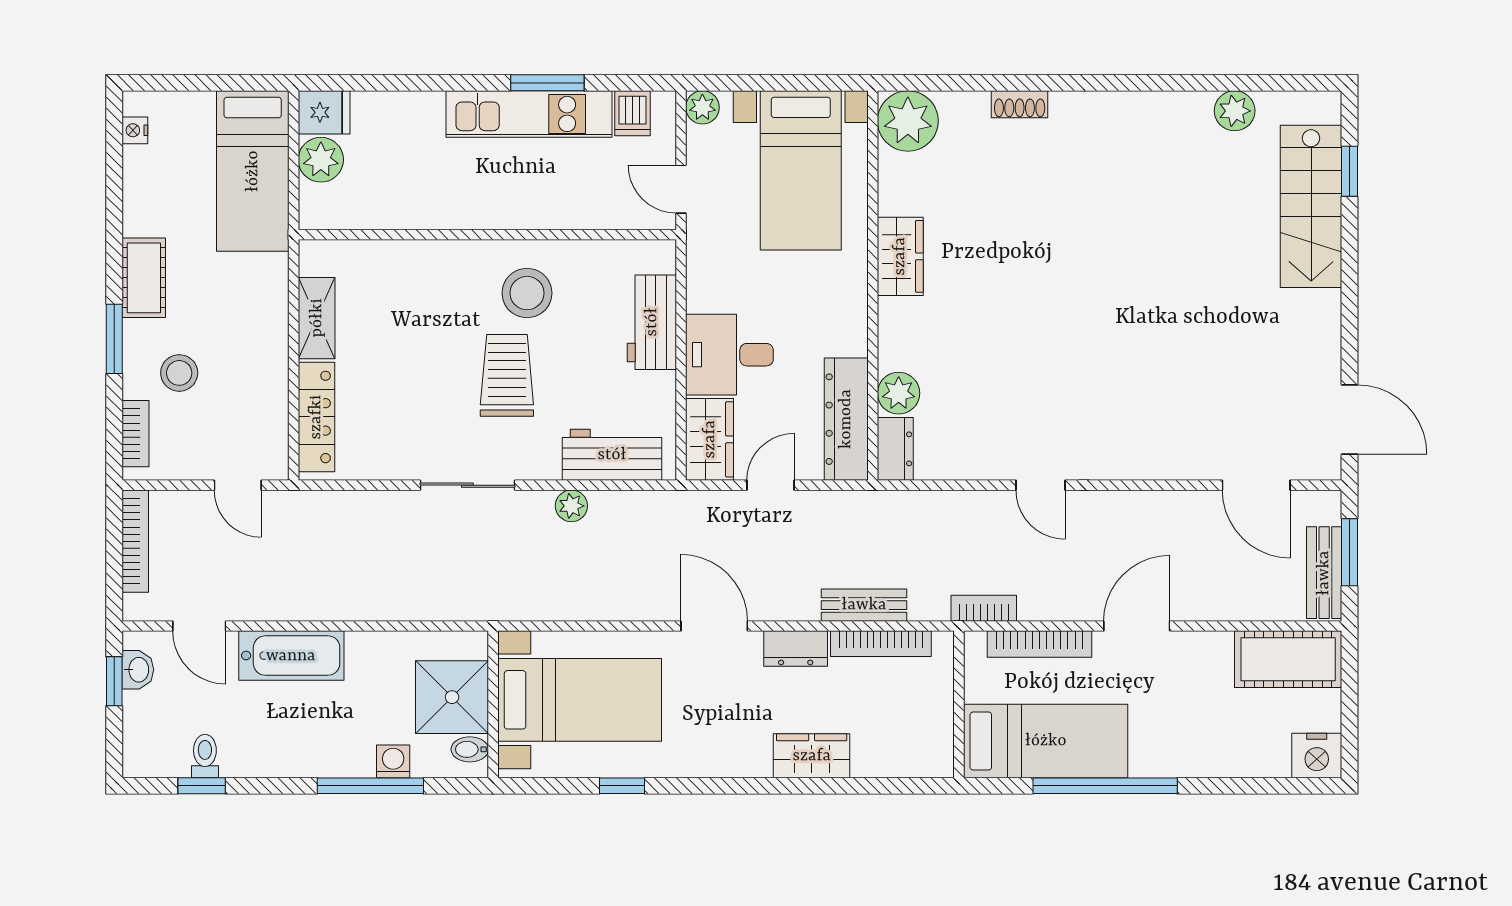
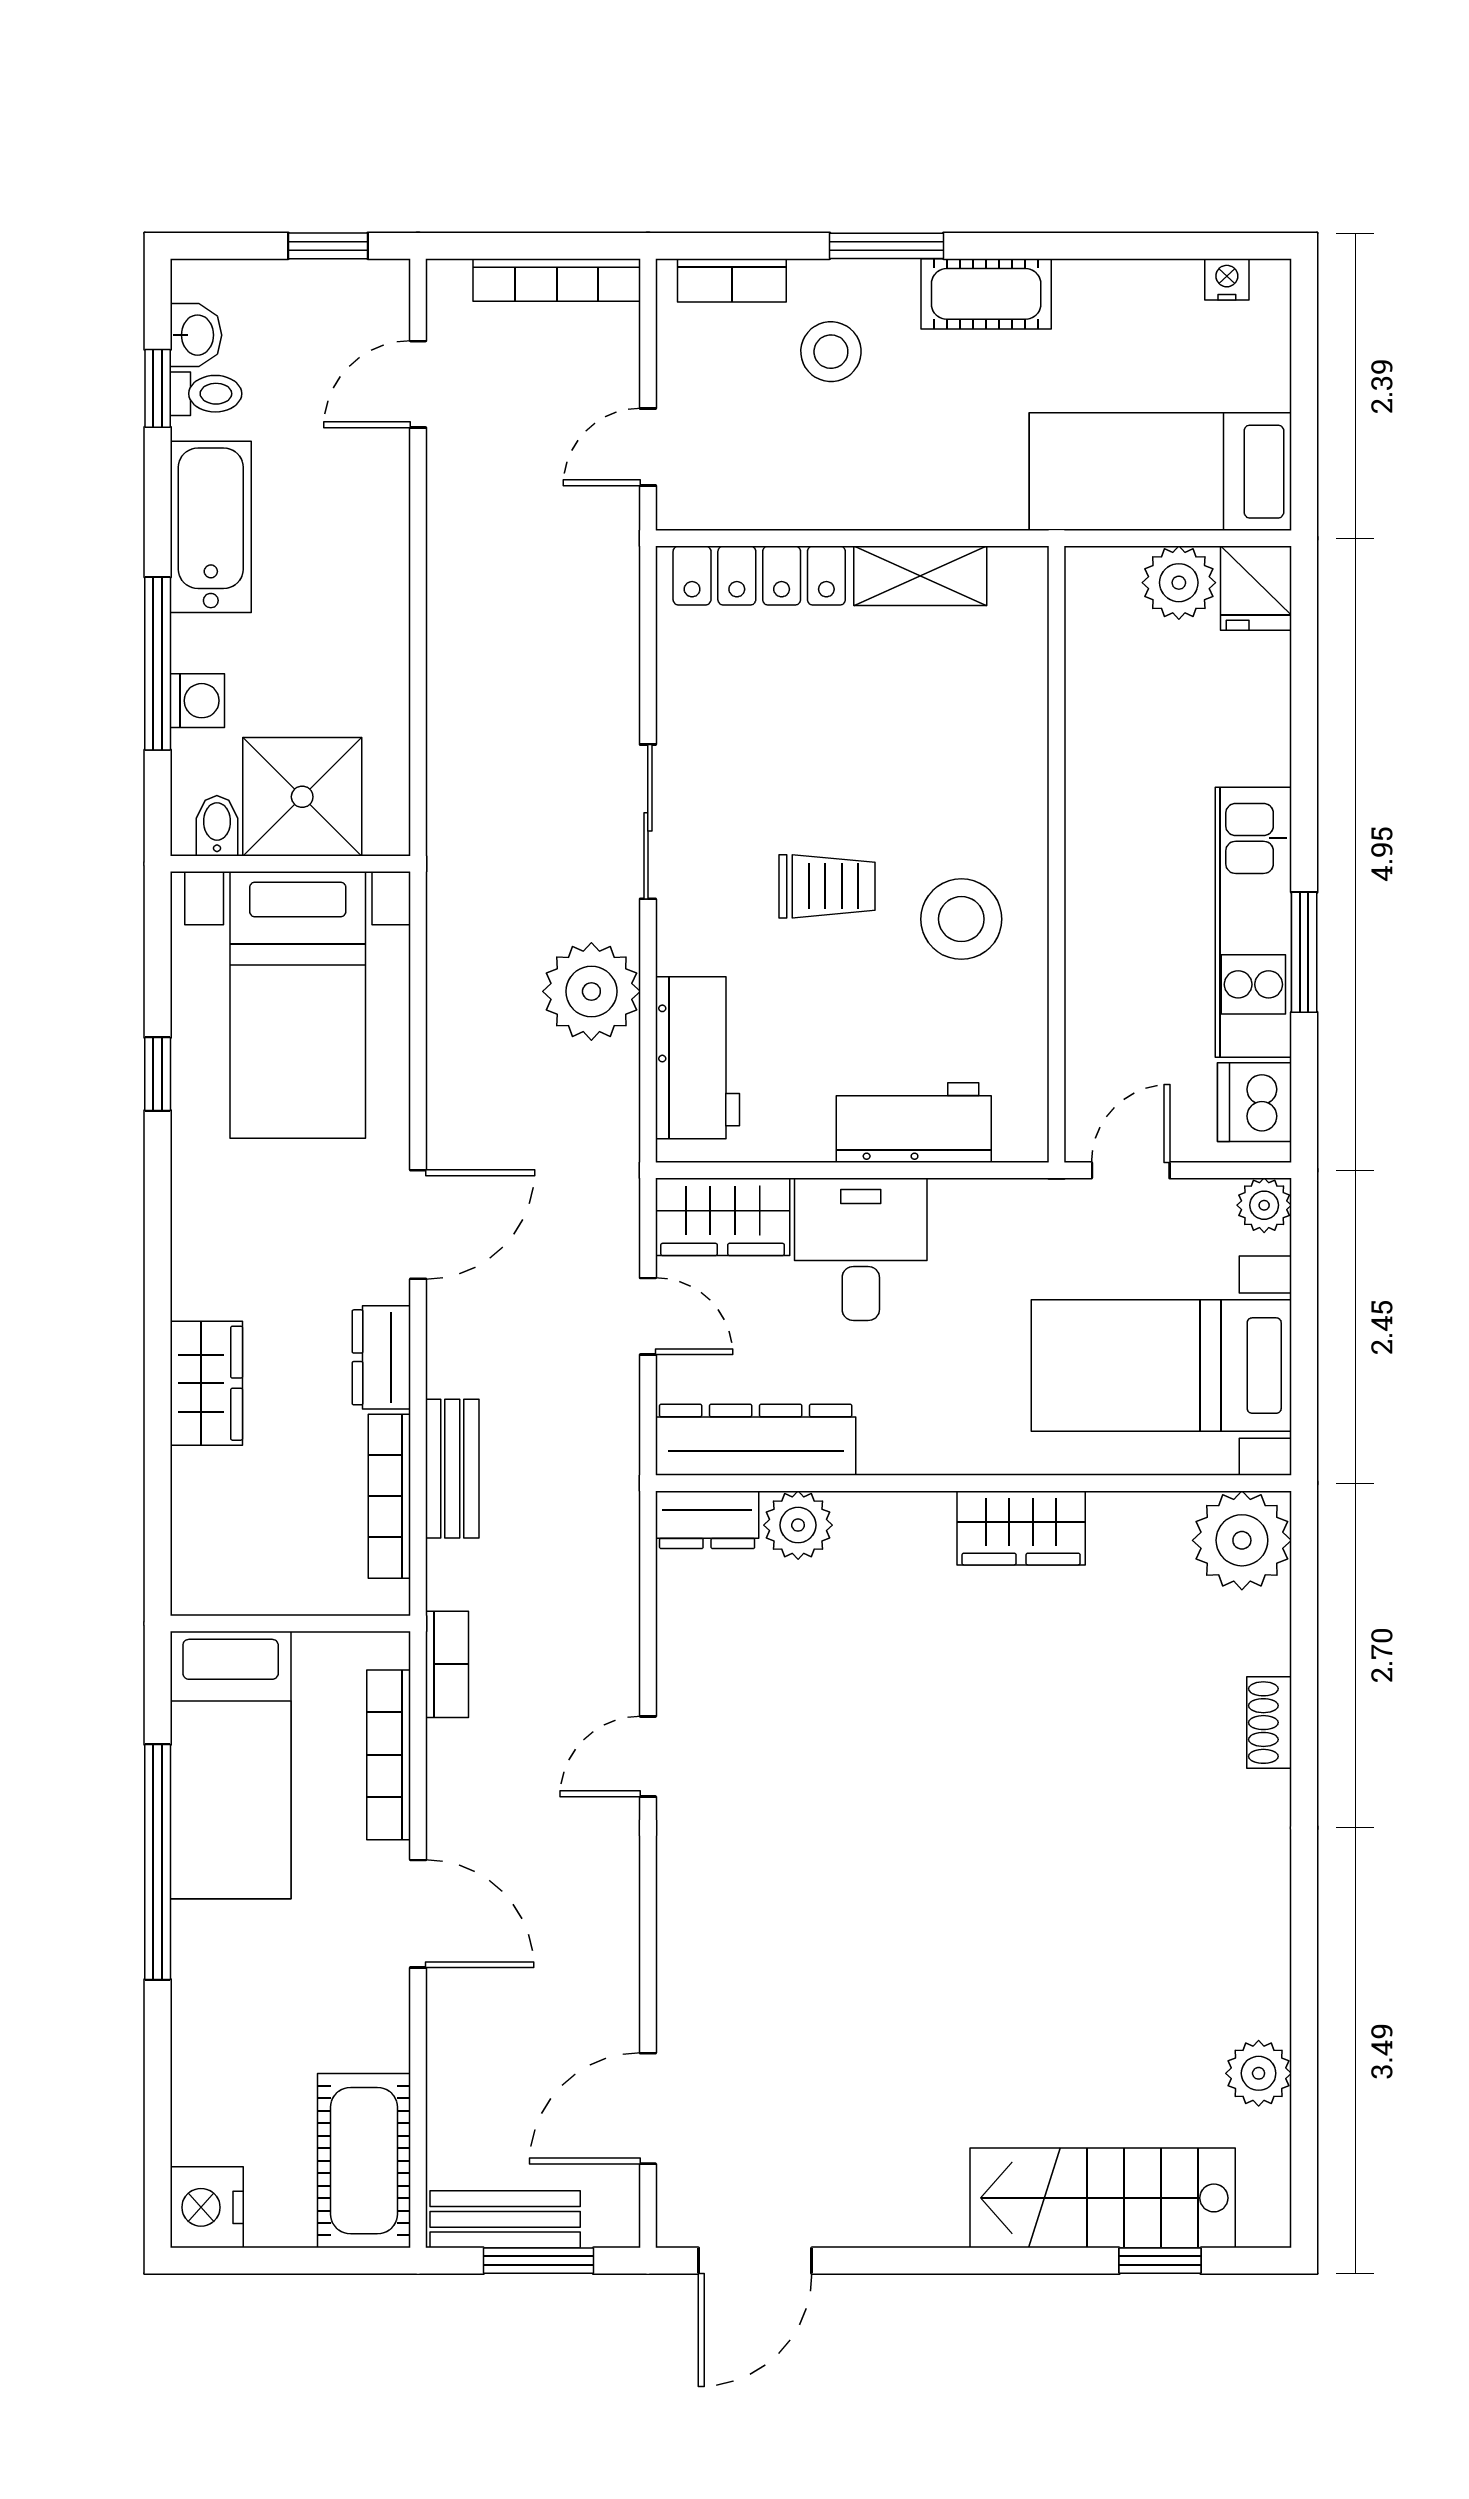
dishwasher: (633, 113) -> (1255, 1102), width x1.38
trolley: (507, 375) -> (827, 886), width x0.73, depth x0.72
plant: (571, 506) -> (591, 991), width x1.88, depth x1.88
bathtub: (291, 656) -> (211, 527), moved, turned 180
washbasin: (138, 670) -> (196, 335), moved, turned -90

